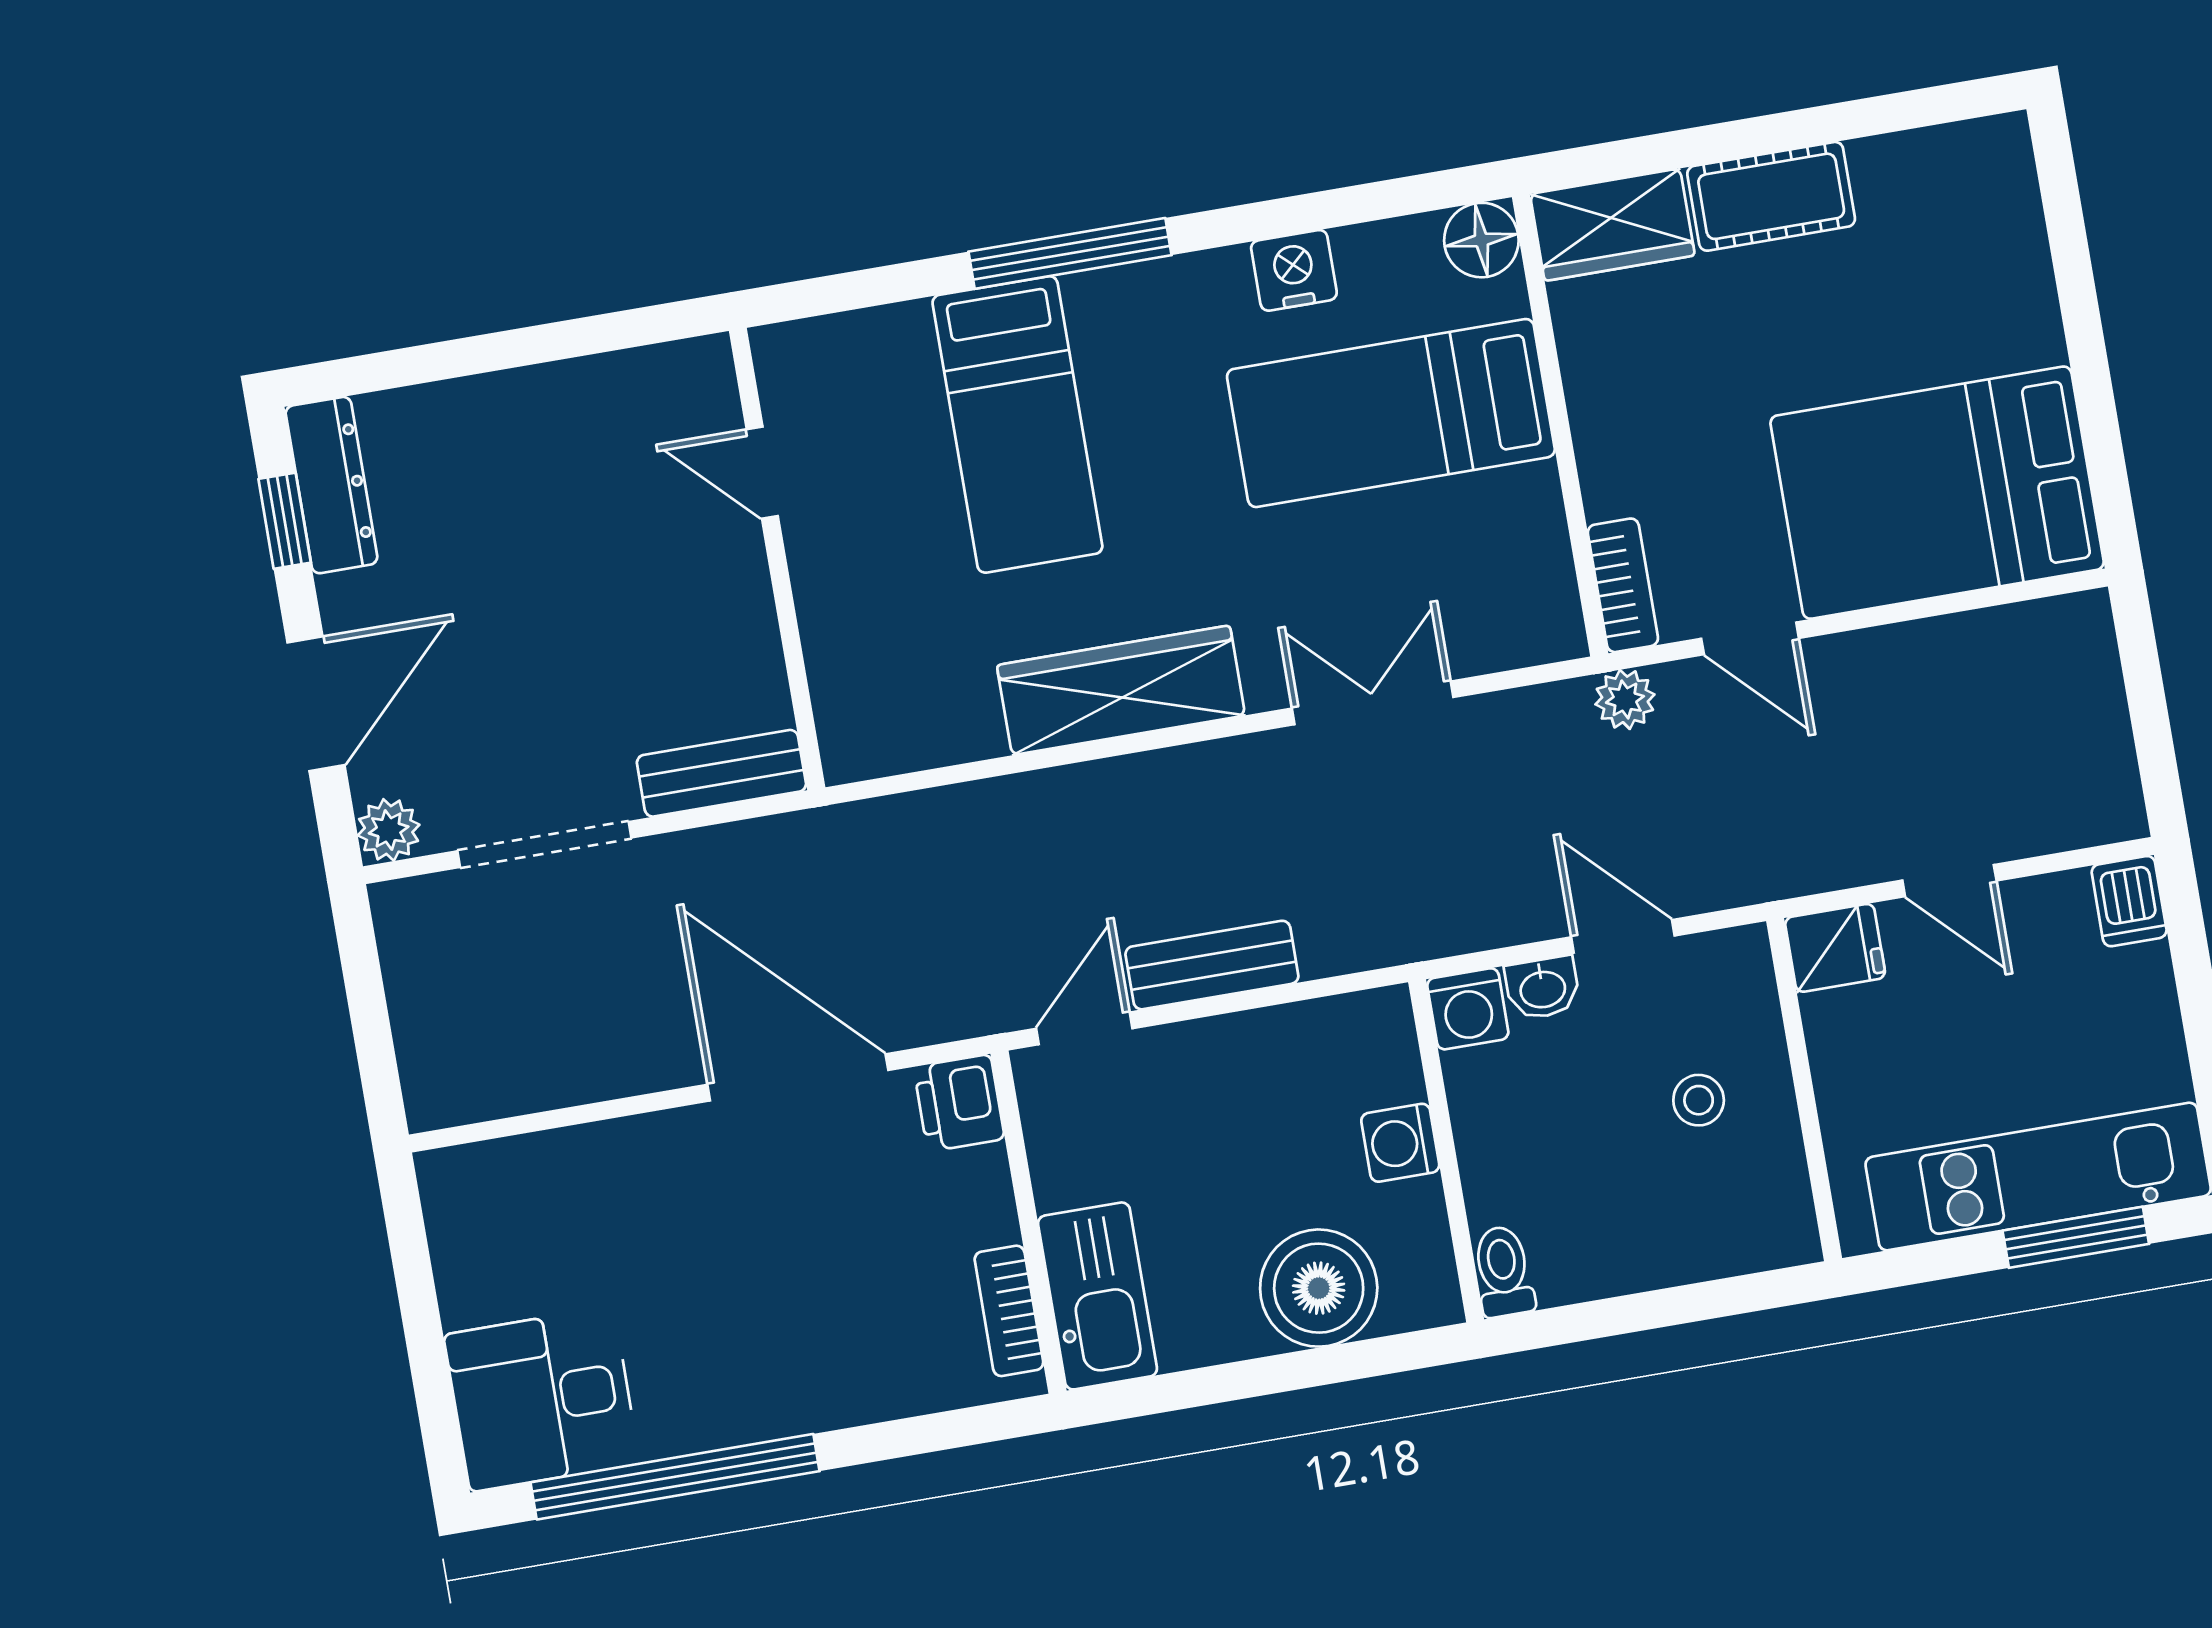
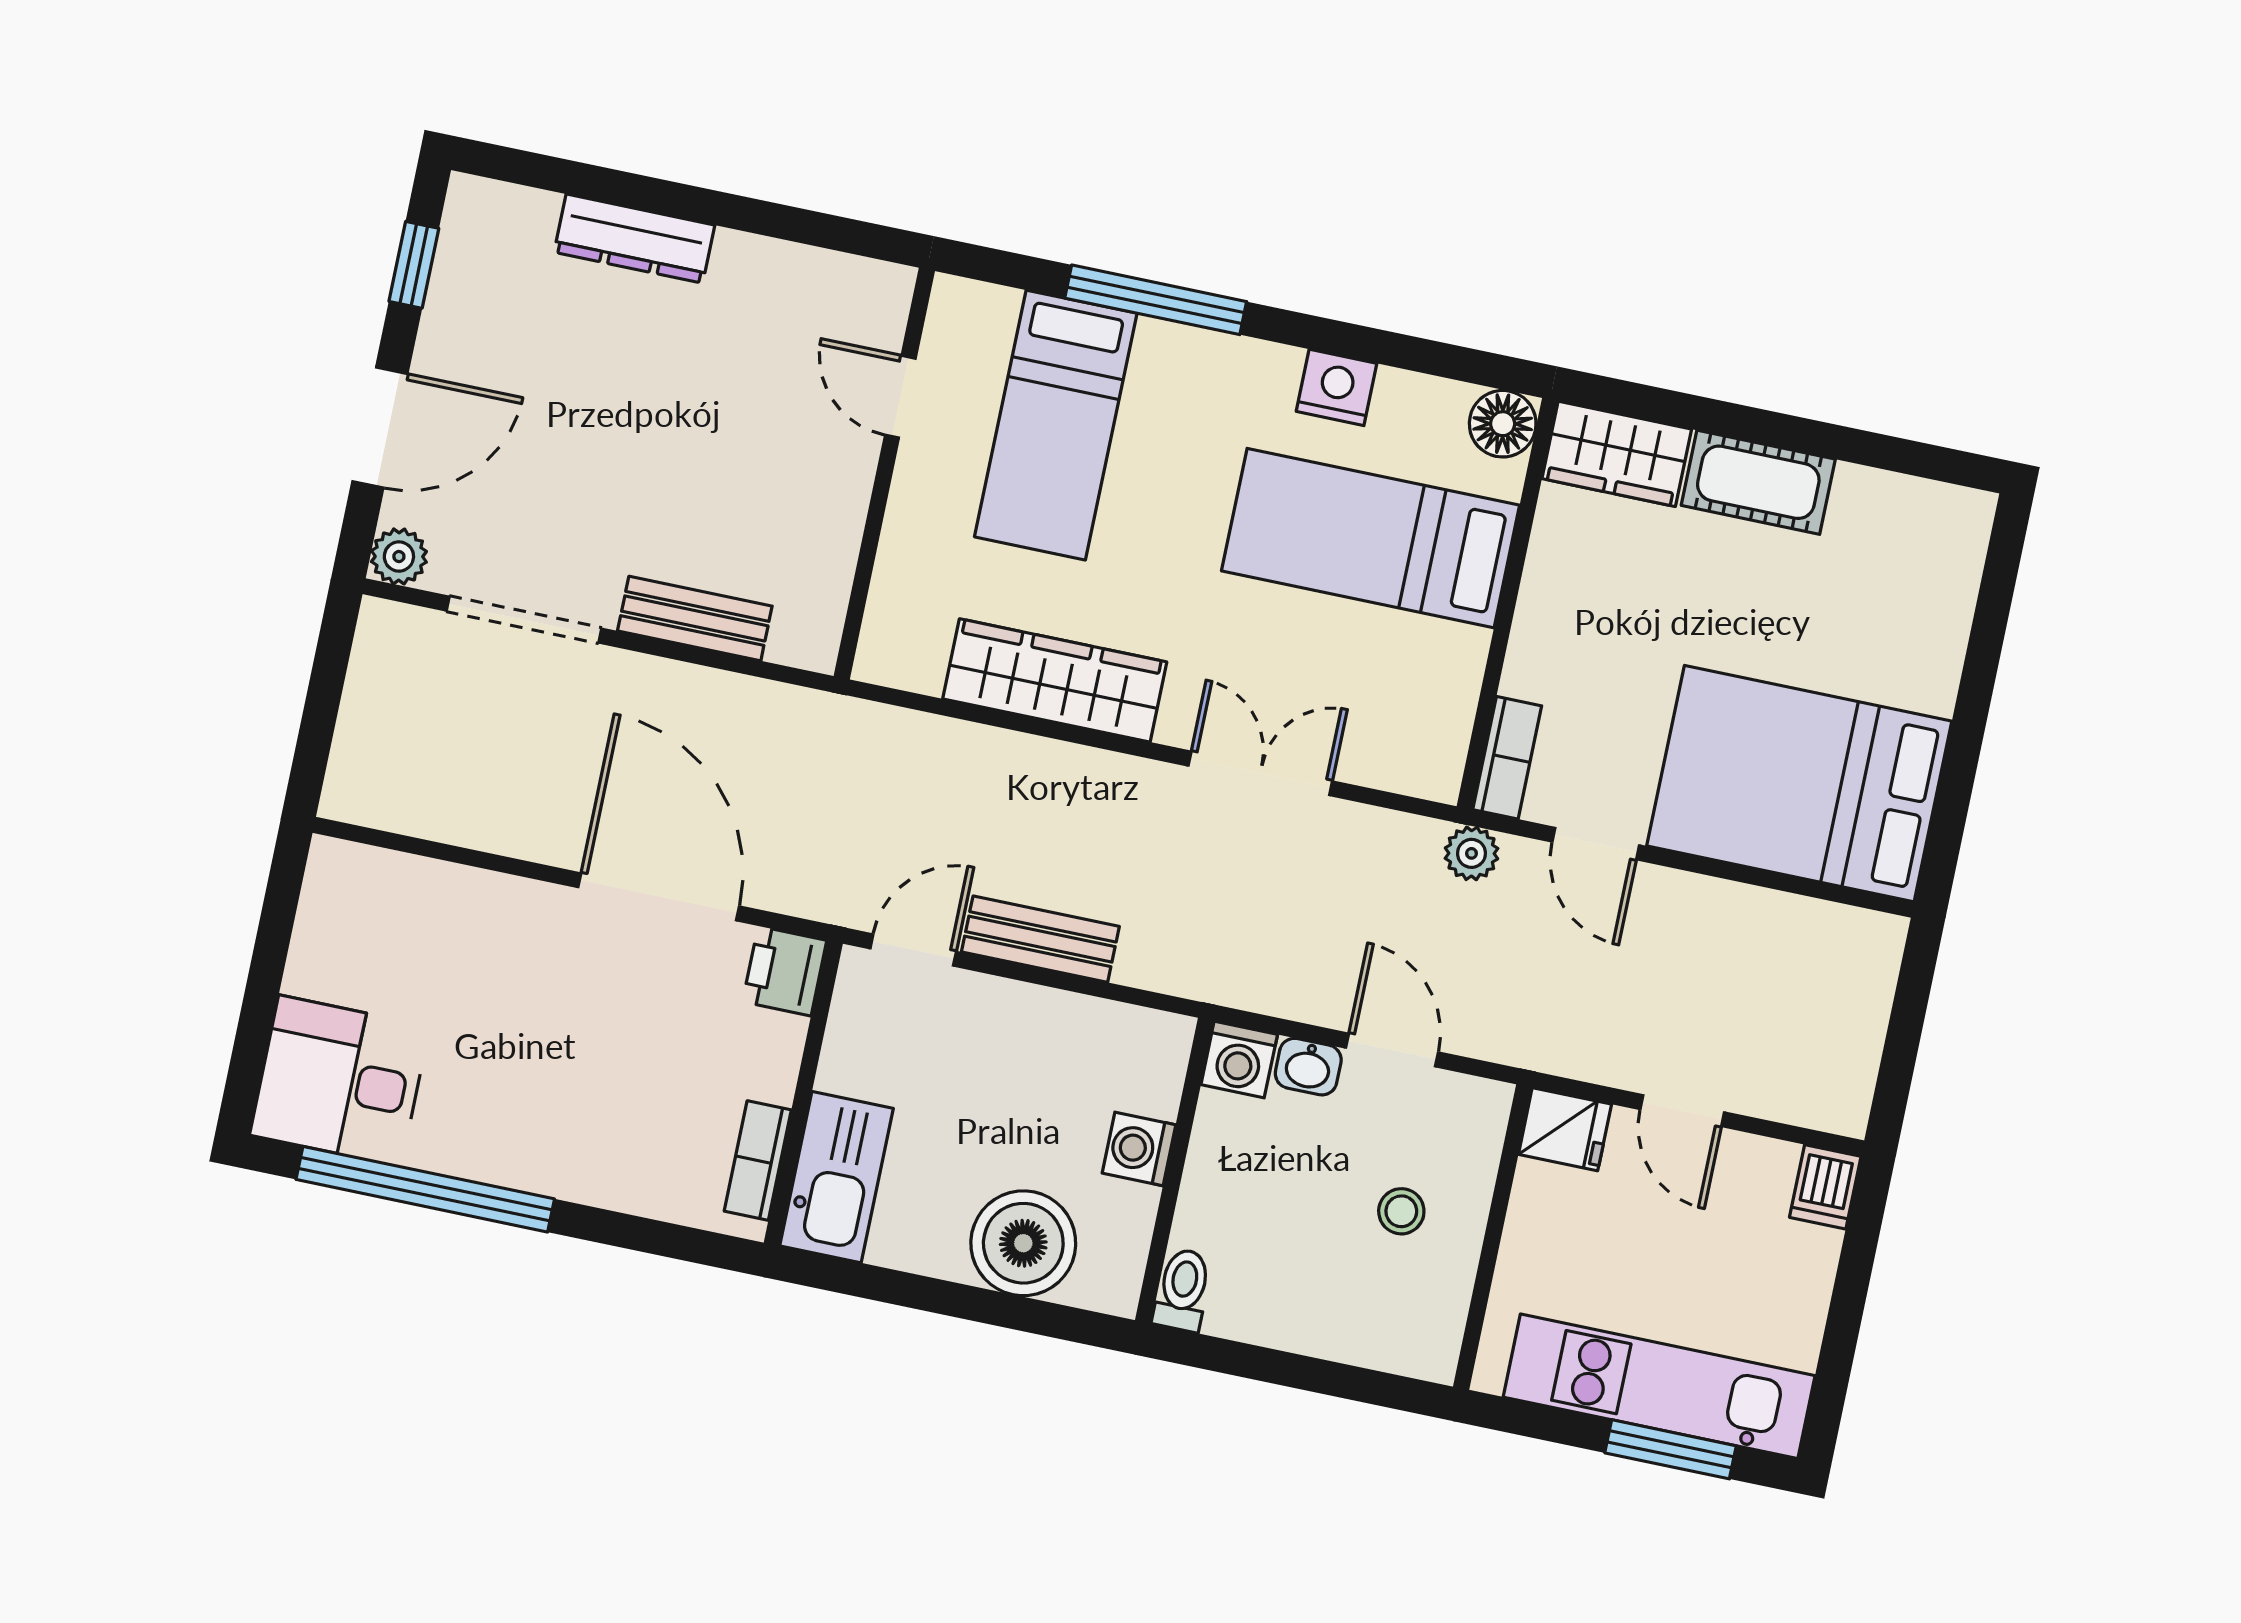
door: (762, 473) -> (900, 397), moved
dresser: (331, 485) -> (634, 239), moved, turned 90
wall: (777, 559) -> (884, 474), moved

